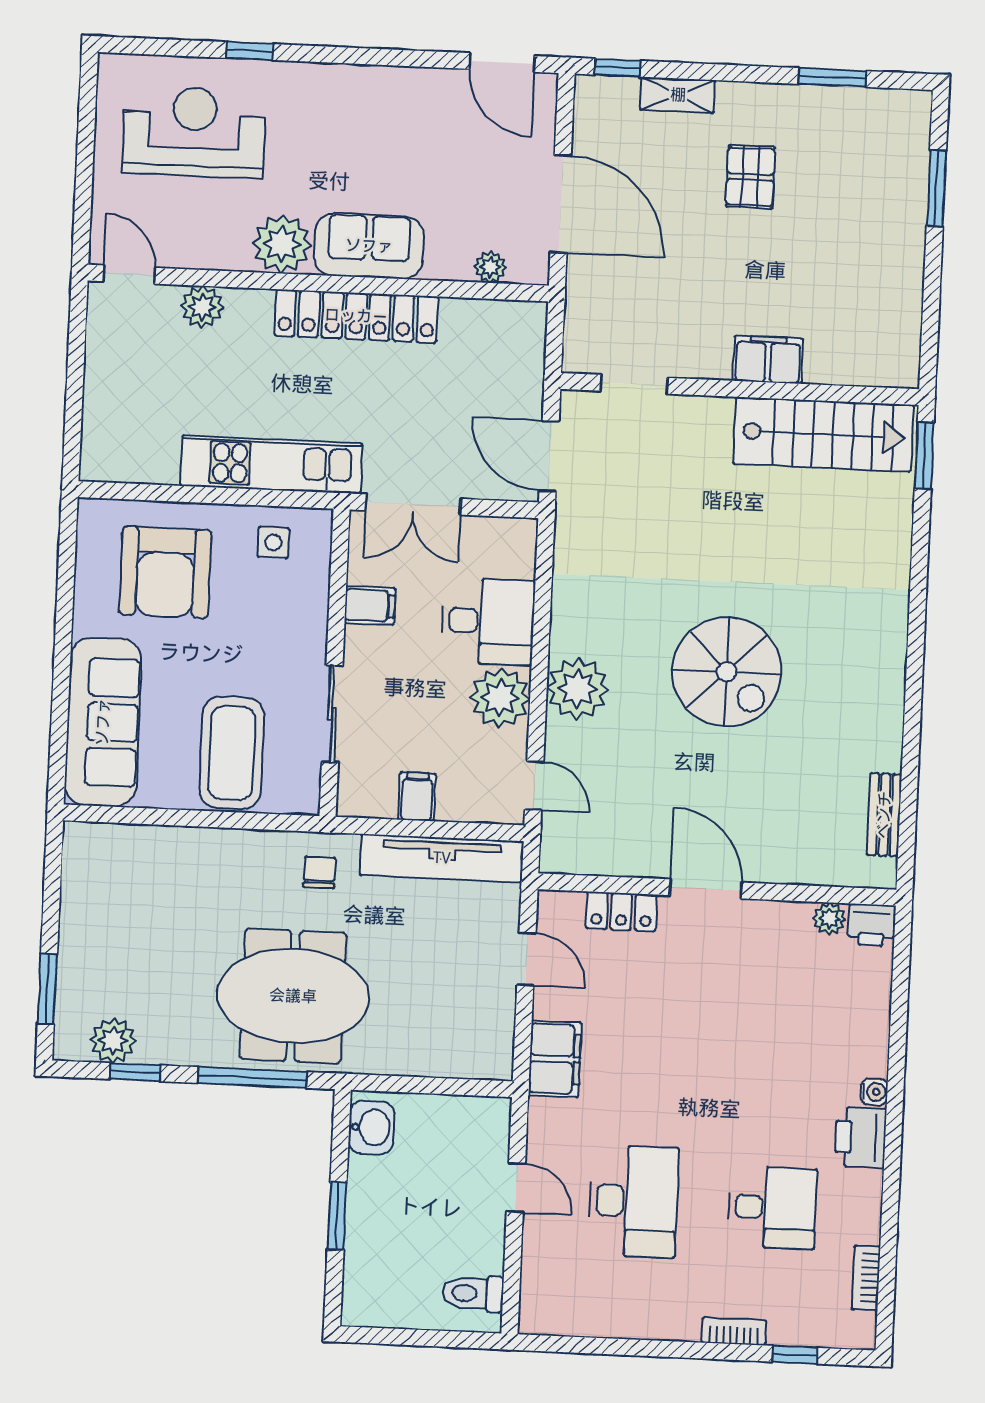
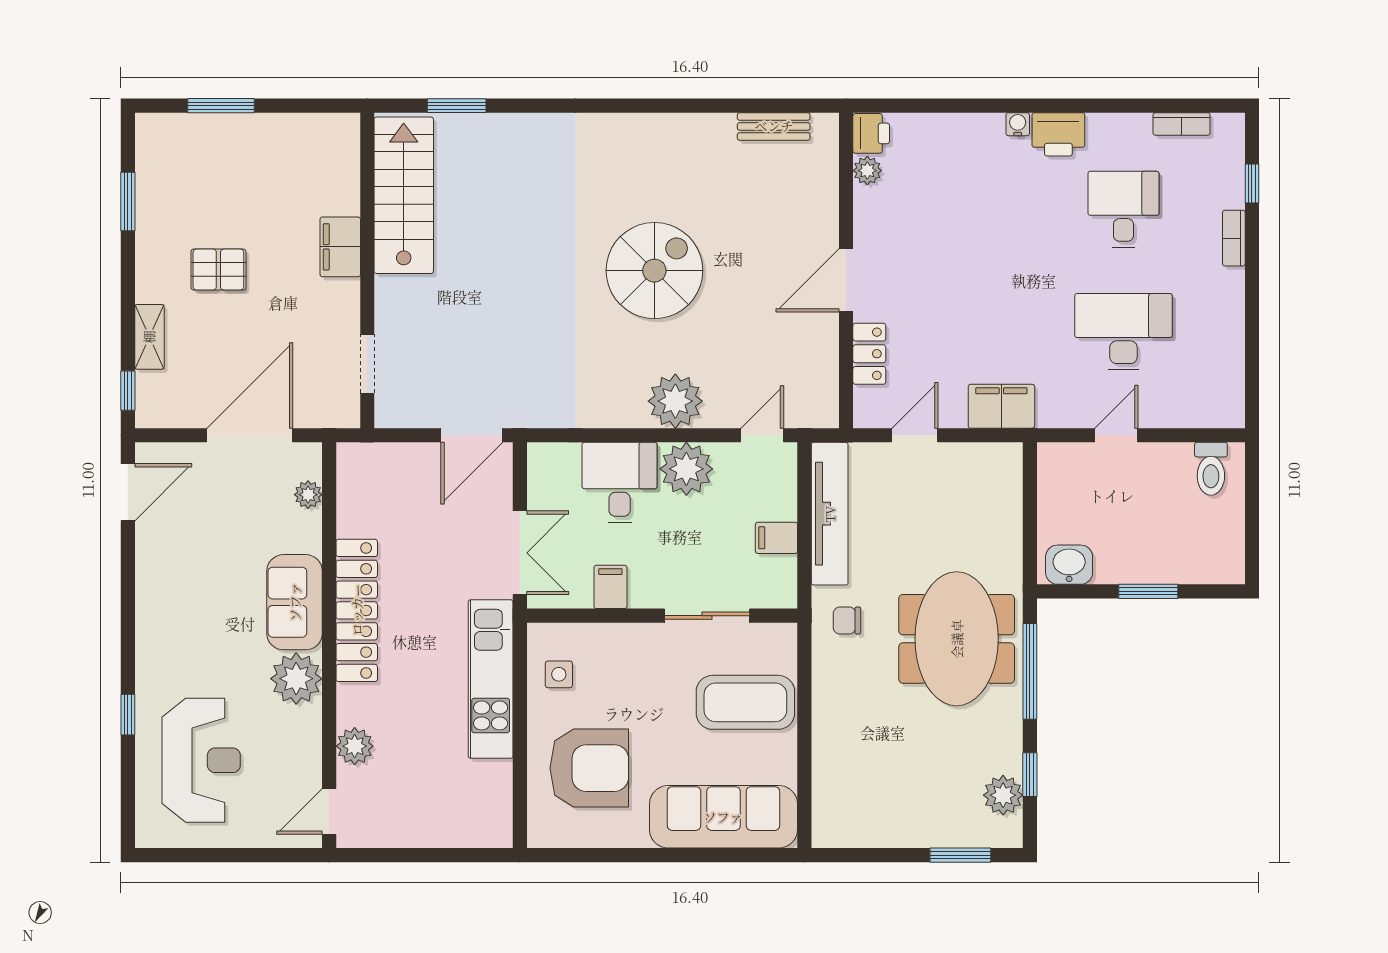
reception desk: (194, 132) -> (201, 760), turned 180
filing cabinet: (768, 360) -> (340, 247), moved
doorway: (634, 384) -> (367, 364), moved
wall: (740, 389) -> (367, 270), moved
stairs: (823, 434) -> (404, 195), moved

